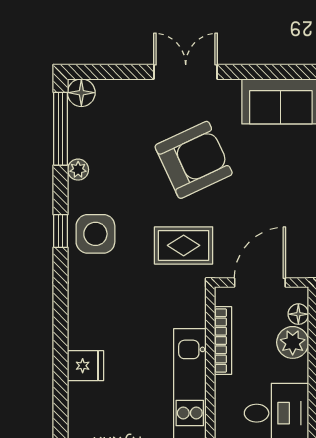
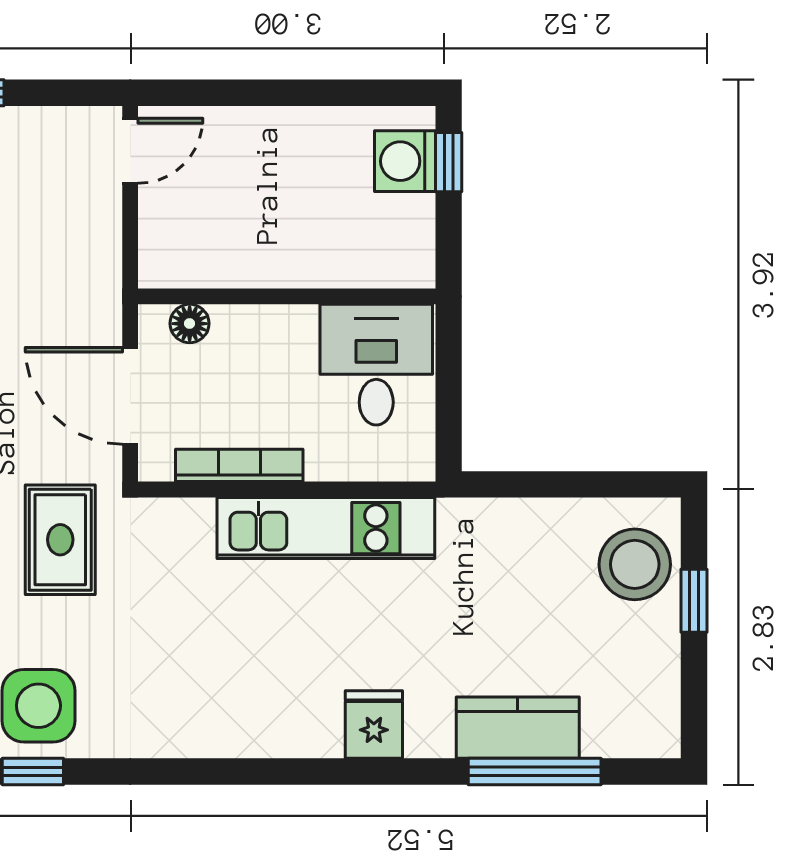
plant: (293, 342) -> (243, 334), removed
fridge: (85, 366) -> (374, 724), moved

